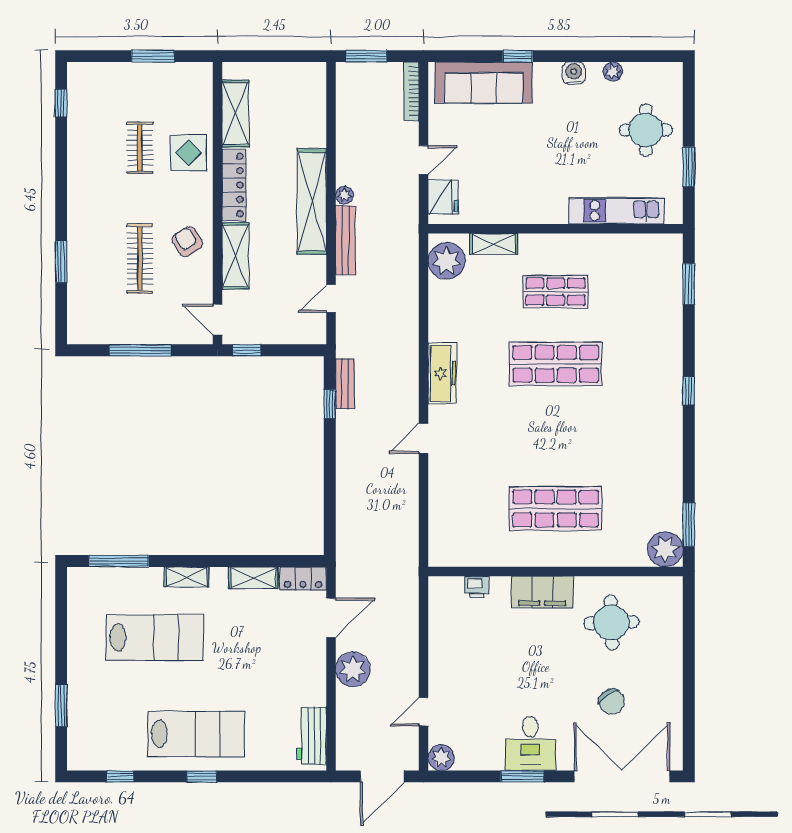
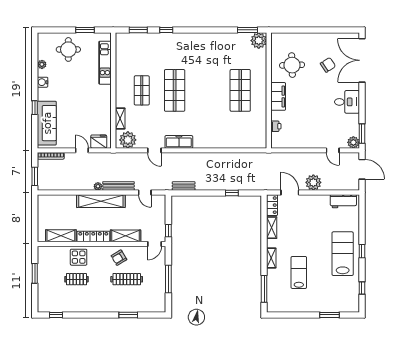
window: (689, 391) -> (166, 30), moved
window: (330, 404) -> (232, 193), moved
door: (424, 438) -> (154, 150), moved
lab bench: (155, 637) -> (299, 272), width x0.73, depth x0.72
window: (522, 776) -> (362, 134), moved

